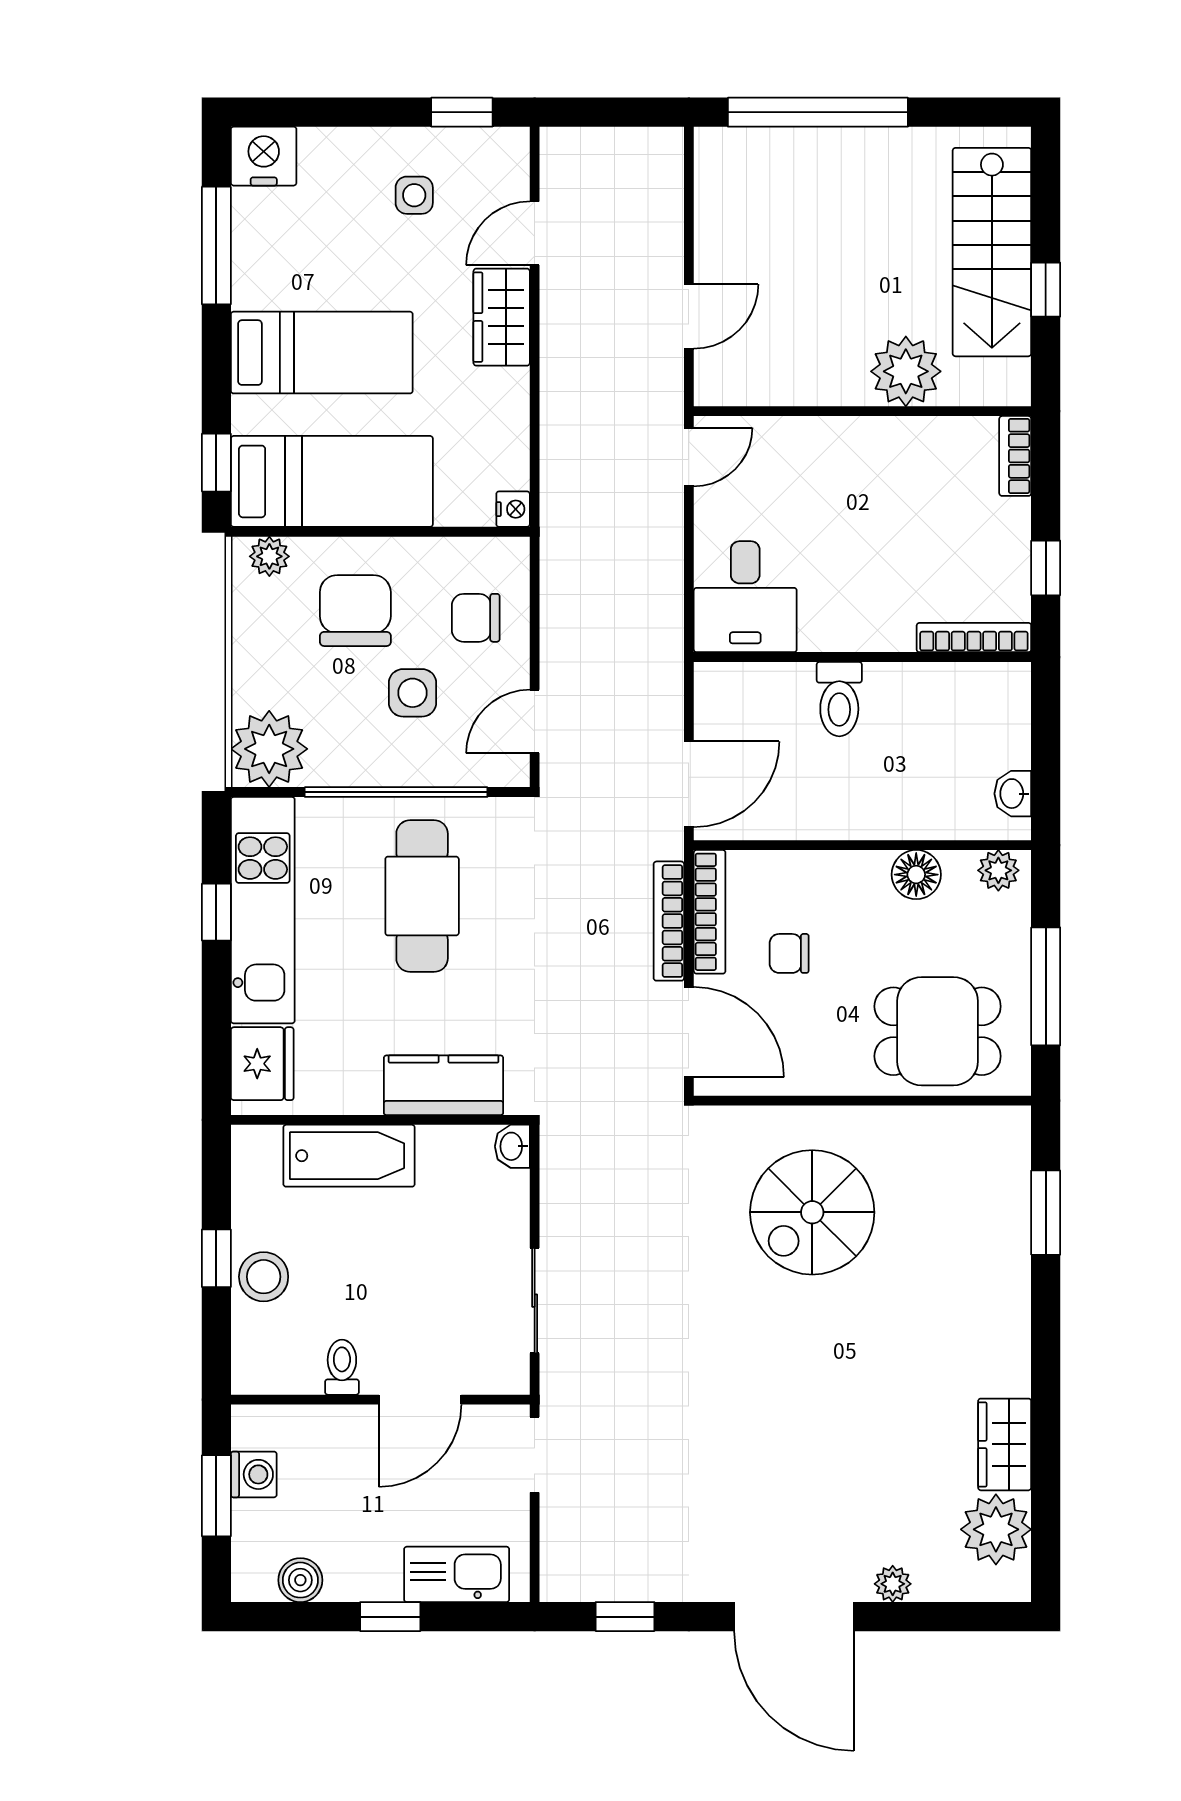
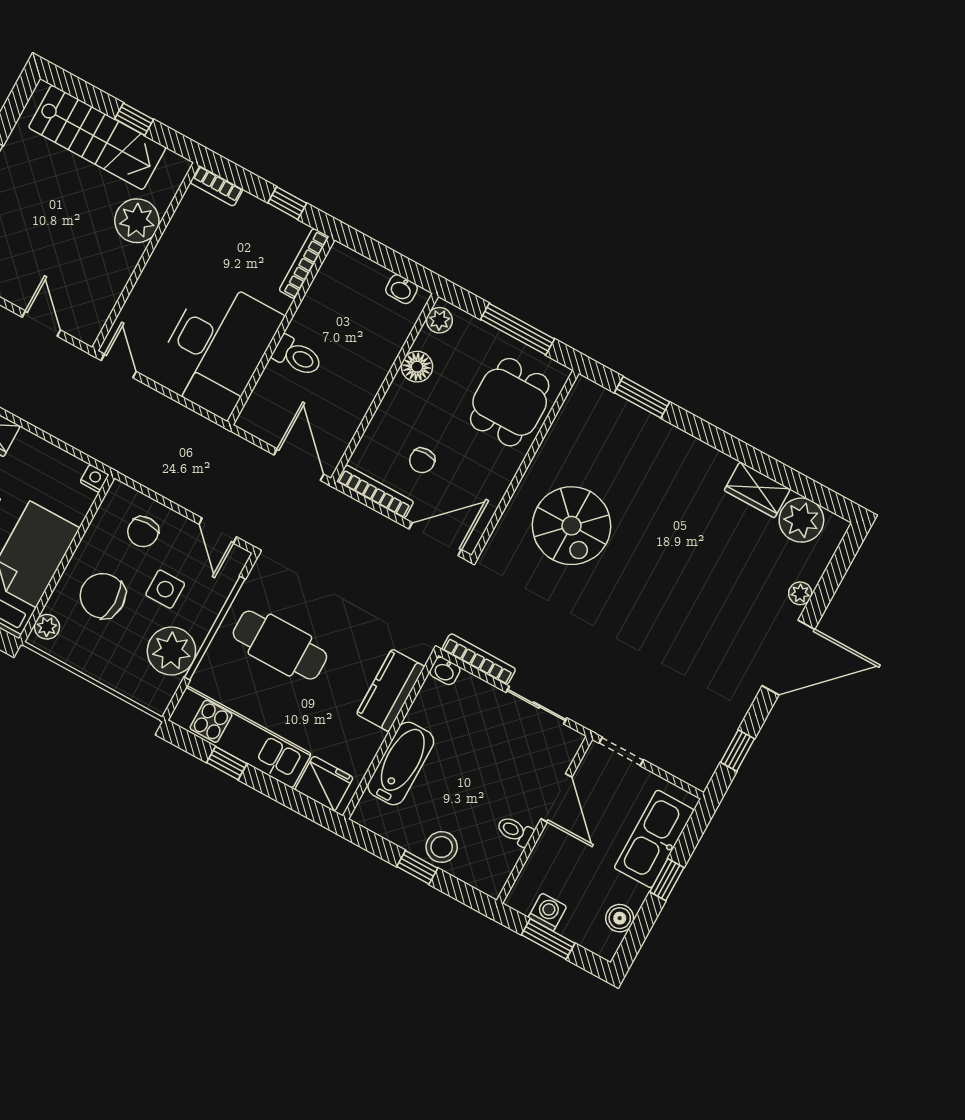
desk: (745, 597) -> (217, 347), width x1.87, depth x1.30
plant: (269, 749) -> (171, 651), moved
bookcase: (669, 921) -> (479, 659), moved, turned 180
kitchen sink: (457, 1574) -> (654, 839), width x1.36, depth x1.24

